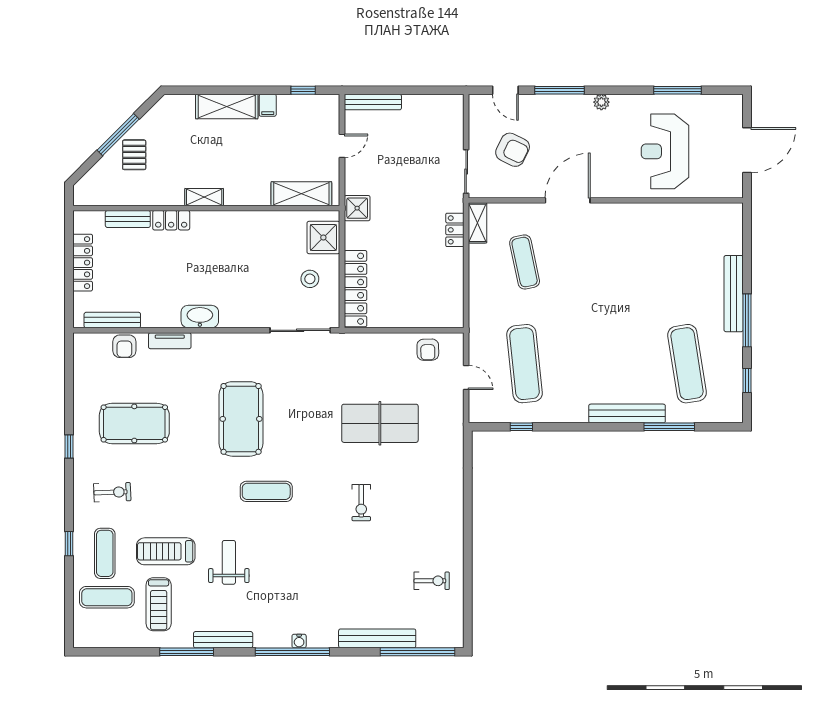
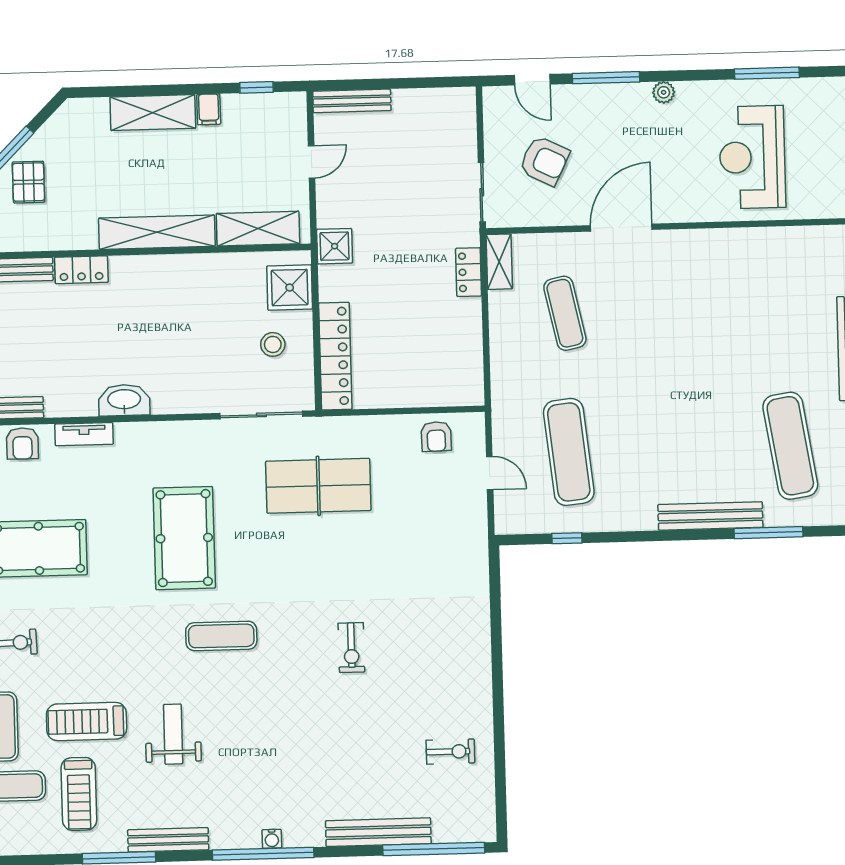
shelving: (204, 197) -> (157, 232), width x2.20, depth x1.33
table tennis table: (380, 423) -> (318, 486), moved

